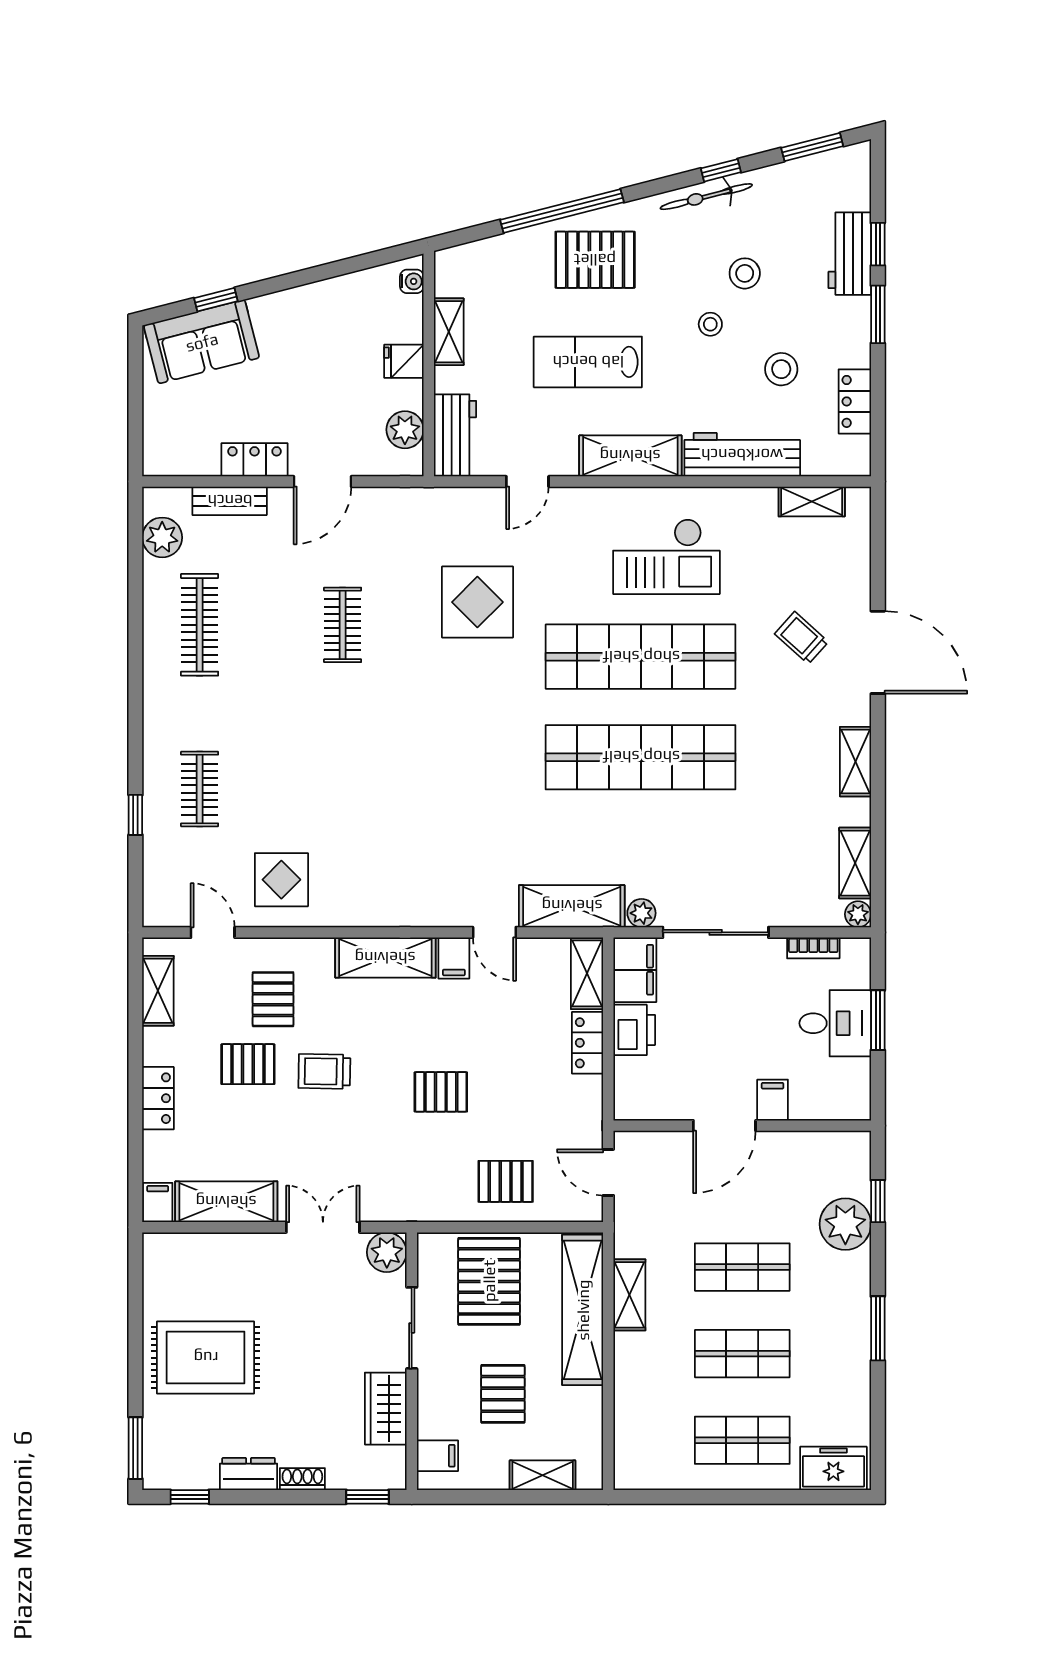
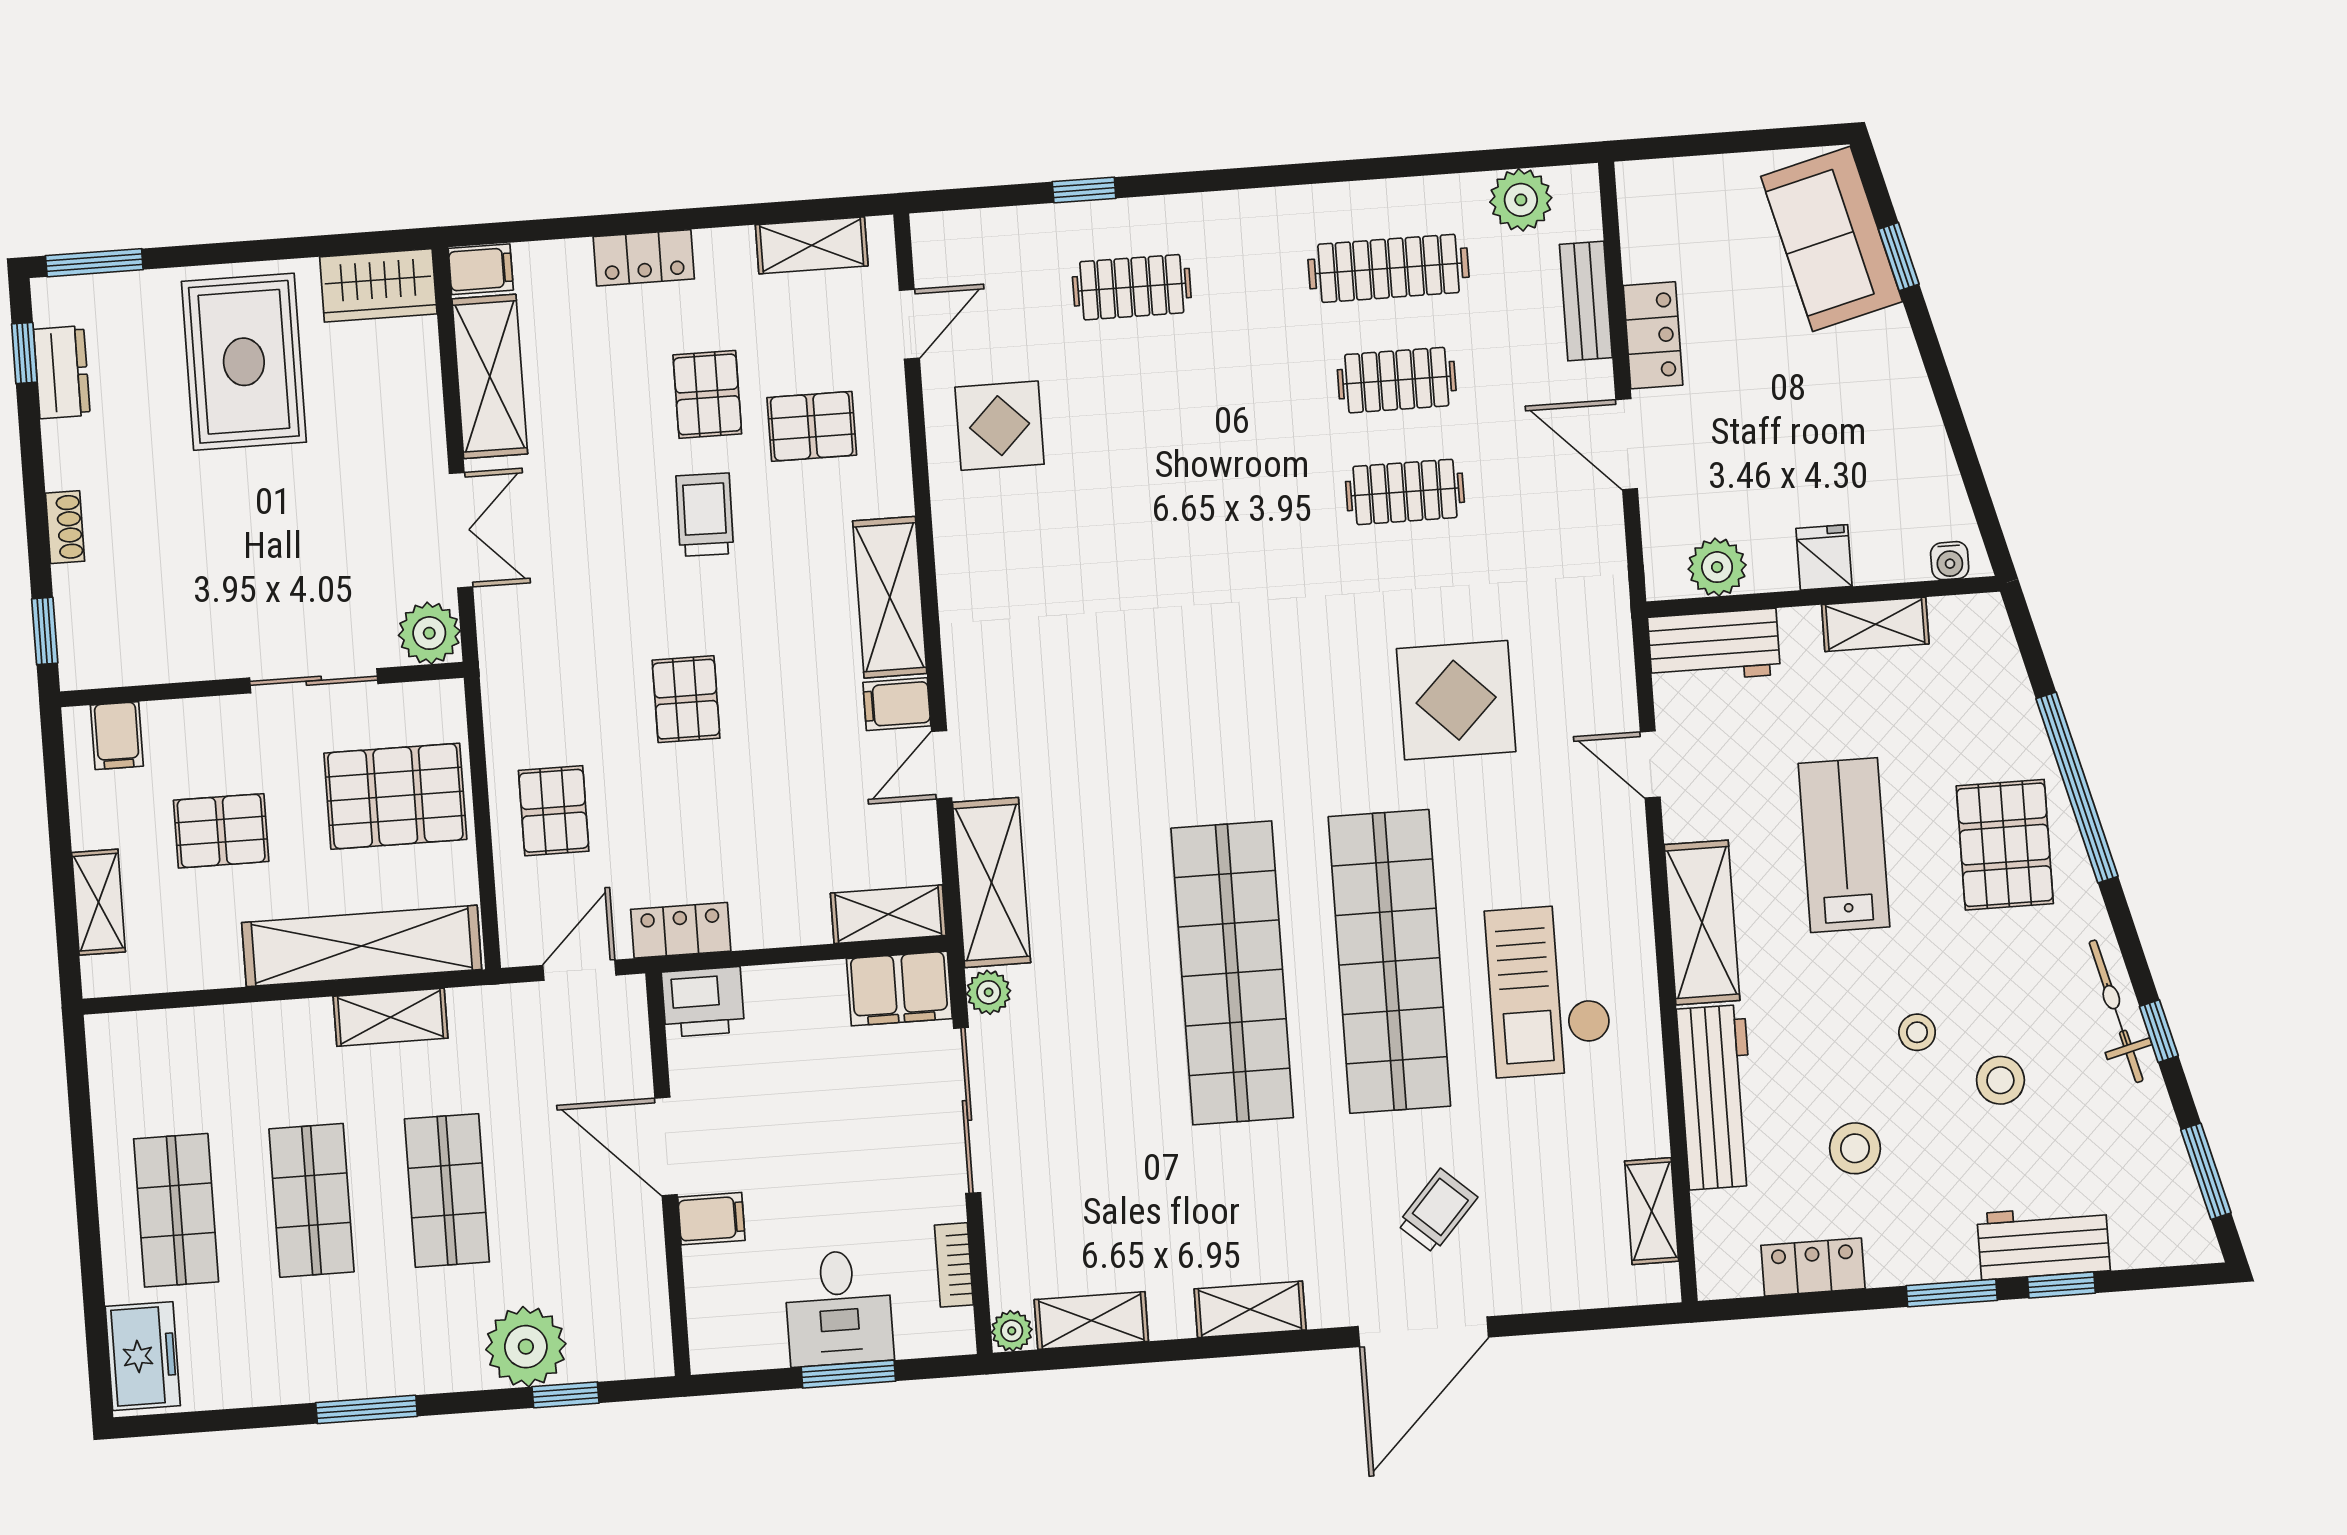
clothes rail: (271, 625) -> (1397, 380), added
printer: (634, 1030) -> (703, 1002), moved
locker: (588, 1043) -> (681, 930), moved
wardrobe: (386, 1409) -> (378, 285), moved, turned 180
dresser: (249, 1474) -> (62, 372), moved

